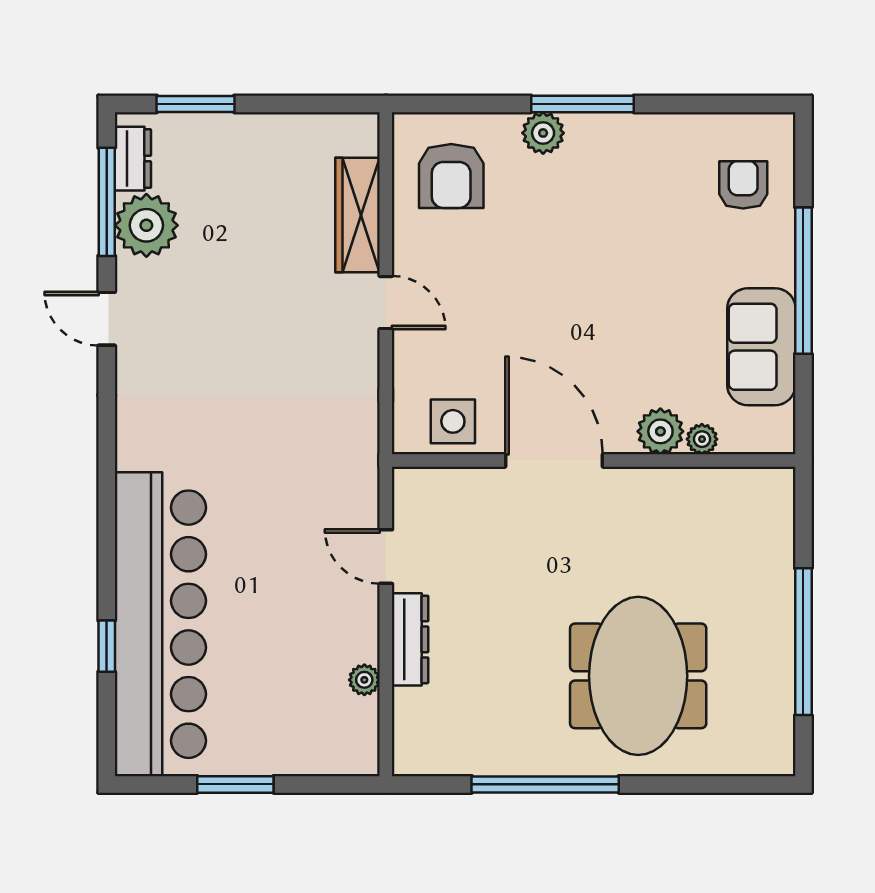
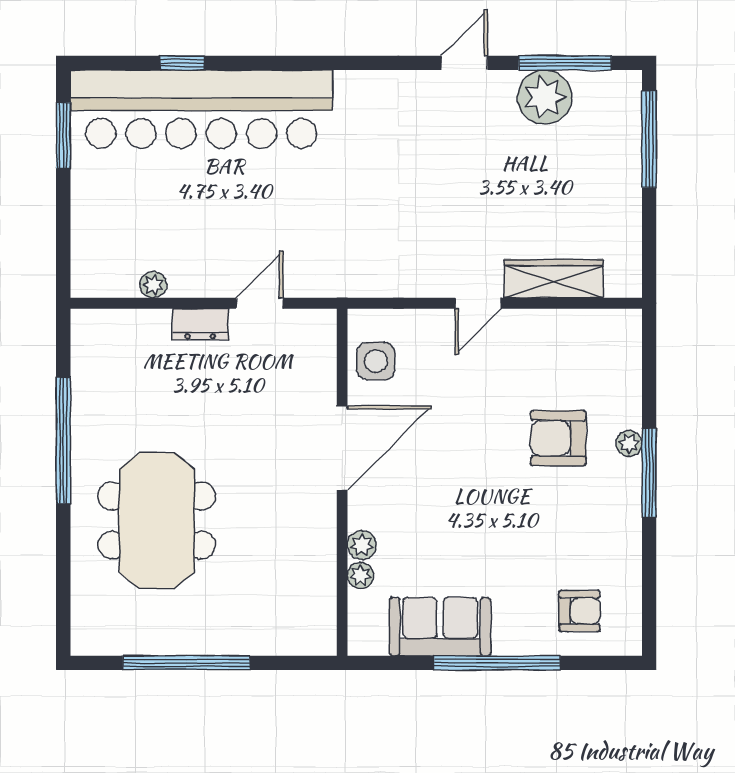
window: (195, 104) -> (649, 139), width x1.44
plant: (543, 133) -> (629, 444), width x0.73, depth x0.73
dresser: (133, 159) -> (602, 85), removed
armchair: (451, 176) -> (558, 438), moved
plant: (660, 431) -> (362, 545), width x0.73, depth x0.73
dresser: (410, 639) -> (200, 324), width x0.70
meeting table: (638, 676) -> (157, 521), turned 90
window: (235, 784) -> (63, 135), moved

